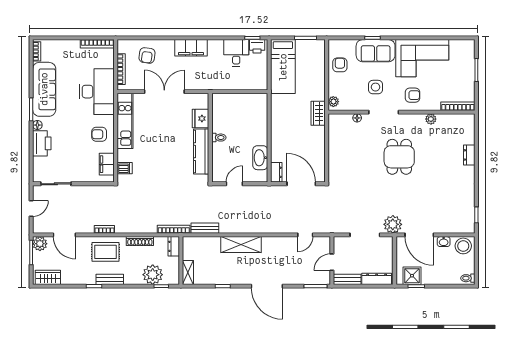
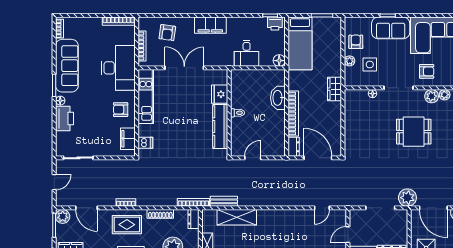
desk: (236, 53) -> (247, 53), moved, turned 180
floor lamp: (262, 84) -> (279, 61), added
side table: (375, 87) -> (370, 65), moved
plant: (333, 102) -> (350, 61), moved
plant: (417, 121) -> (432, 96), added
bookcase: (276, 138) -> (293, 114), added
dining table: (399, 157) -> (414, 132), turned 90
washbasin: (260, 158) -> (278, 98), moved
shelving: (241, 245) -> (237, 217), moved

